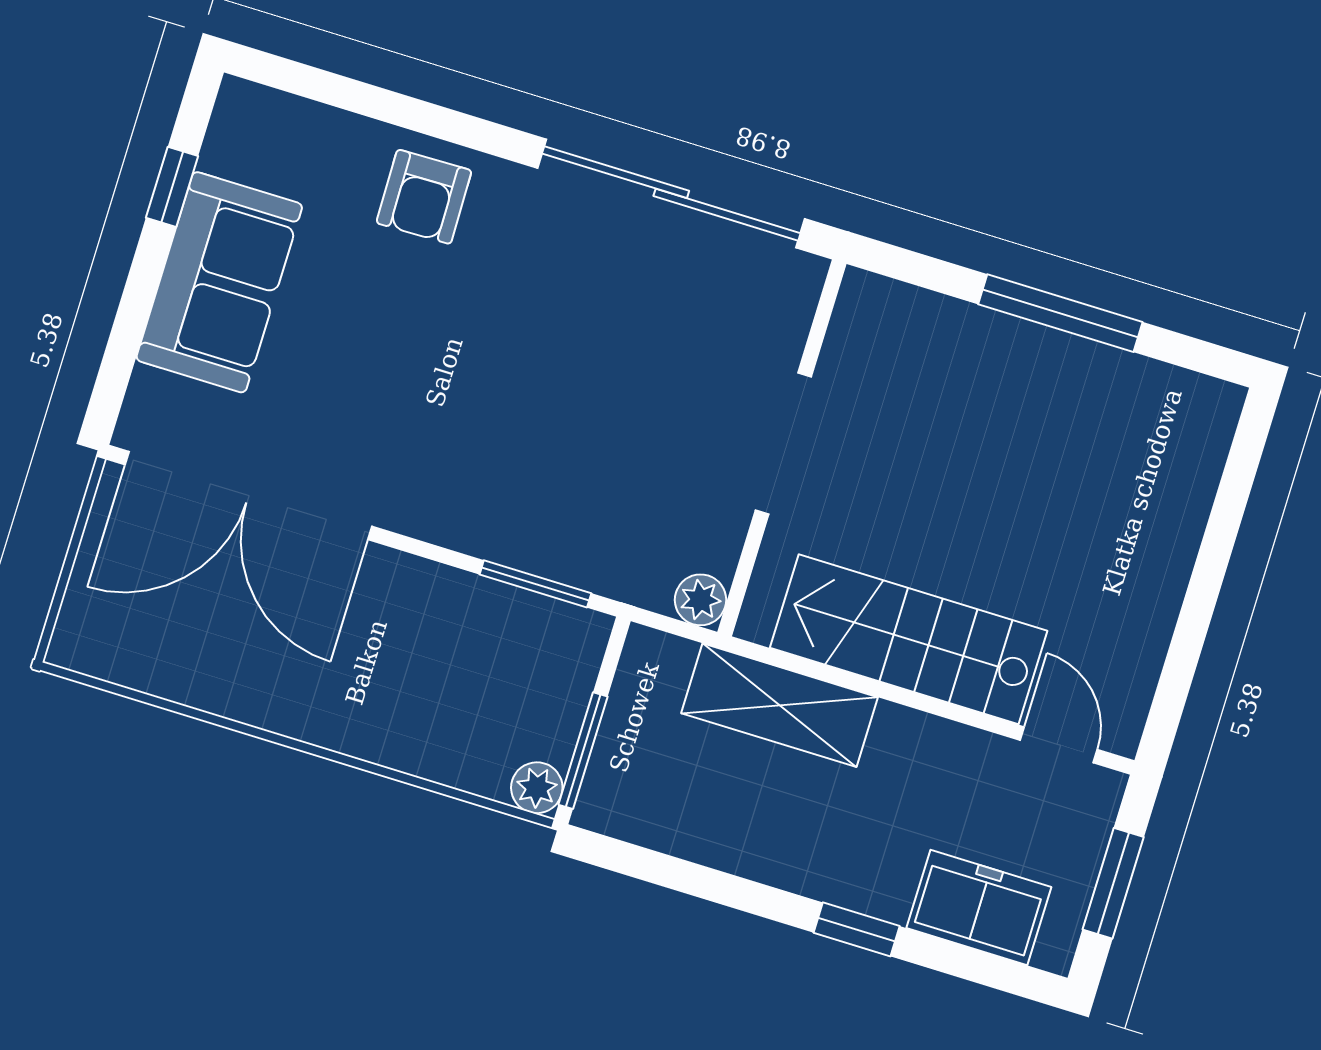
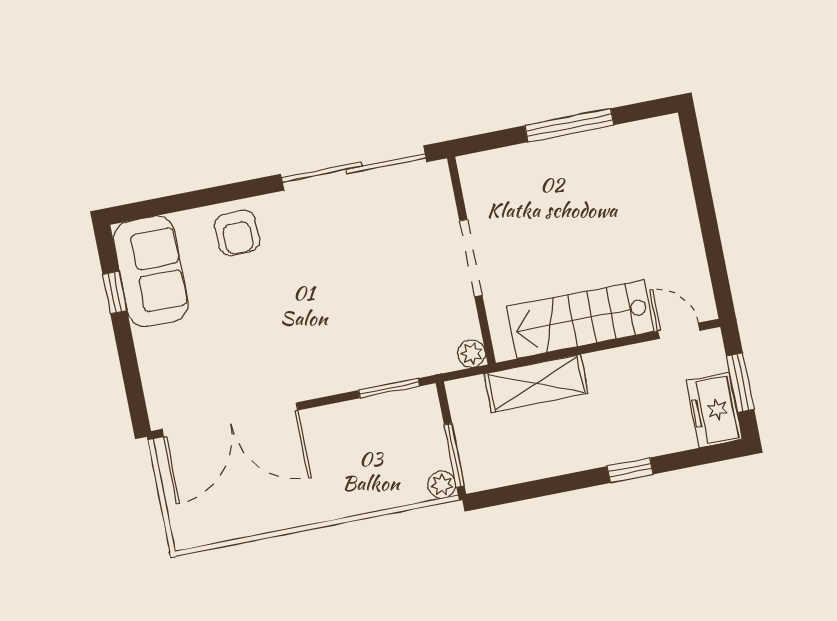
sofa: (219, 282) -> (151, 271), moved
freezer: (979, 908) -> (714, 410), moved, turned -90

